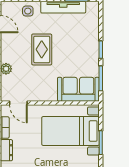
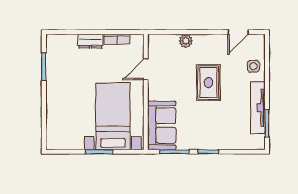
rug: (42, 49) -> (208, 83), turned 90
door: (18, 103) -> (146, 69), moved

